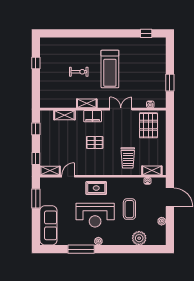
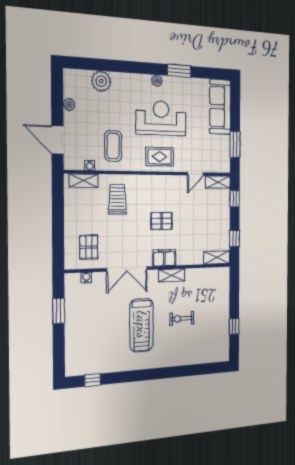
treadmill: (110, 69) -> (142, 325), turned 180
double door: (121, 109) -> (127, 269), width x1.37
shelving: (64, 115) -> (217, 257), moved
pallet: (148, 125) -> (89, 247), width x0.67, depth x0.71
coffee table: (129, 209) -> (113, 146), moved
window: (81, 249) -> (179, 71), width x0.69

